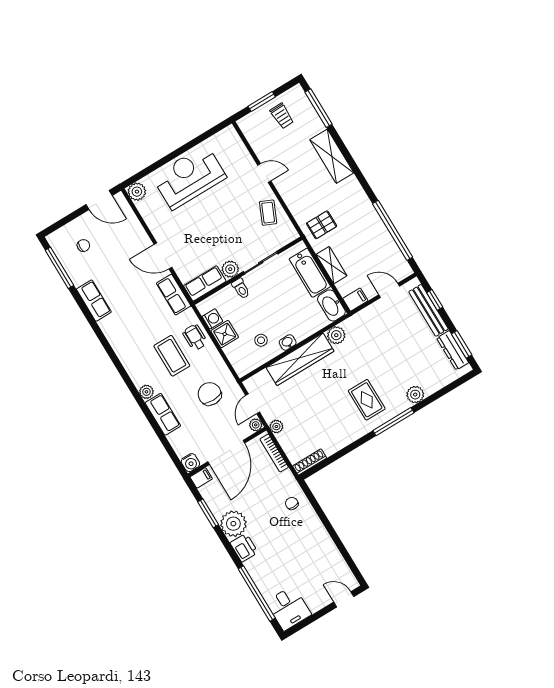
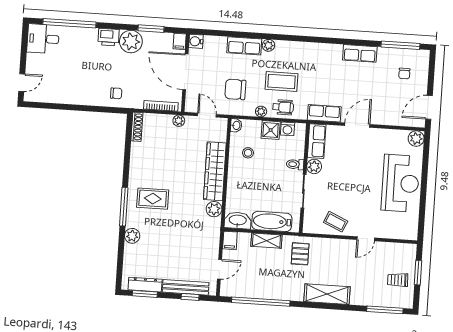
shelving: (332, 156) -> (327, 294), moved
washbasin: (288, 342) -> (236, 125), moved
chair: (210, 394) -> (235, 89), turned 180
plant: (256, 425) -> (261, 111), moved

